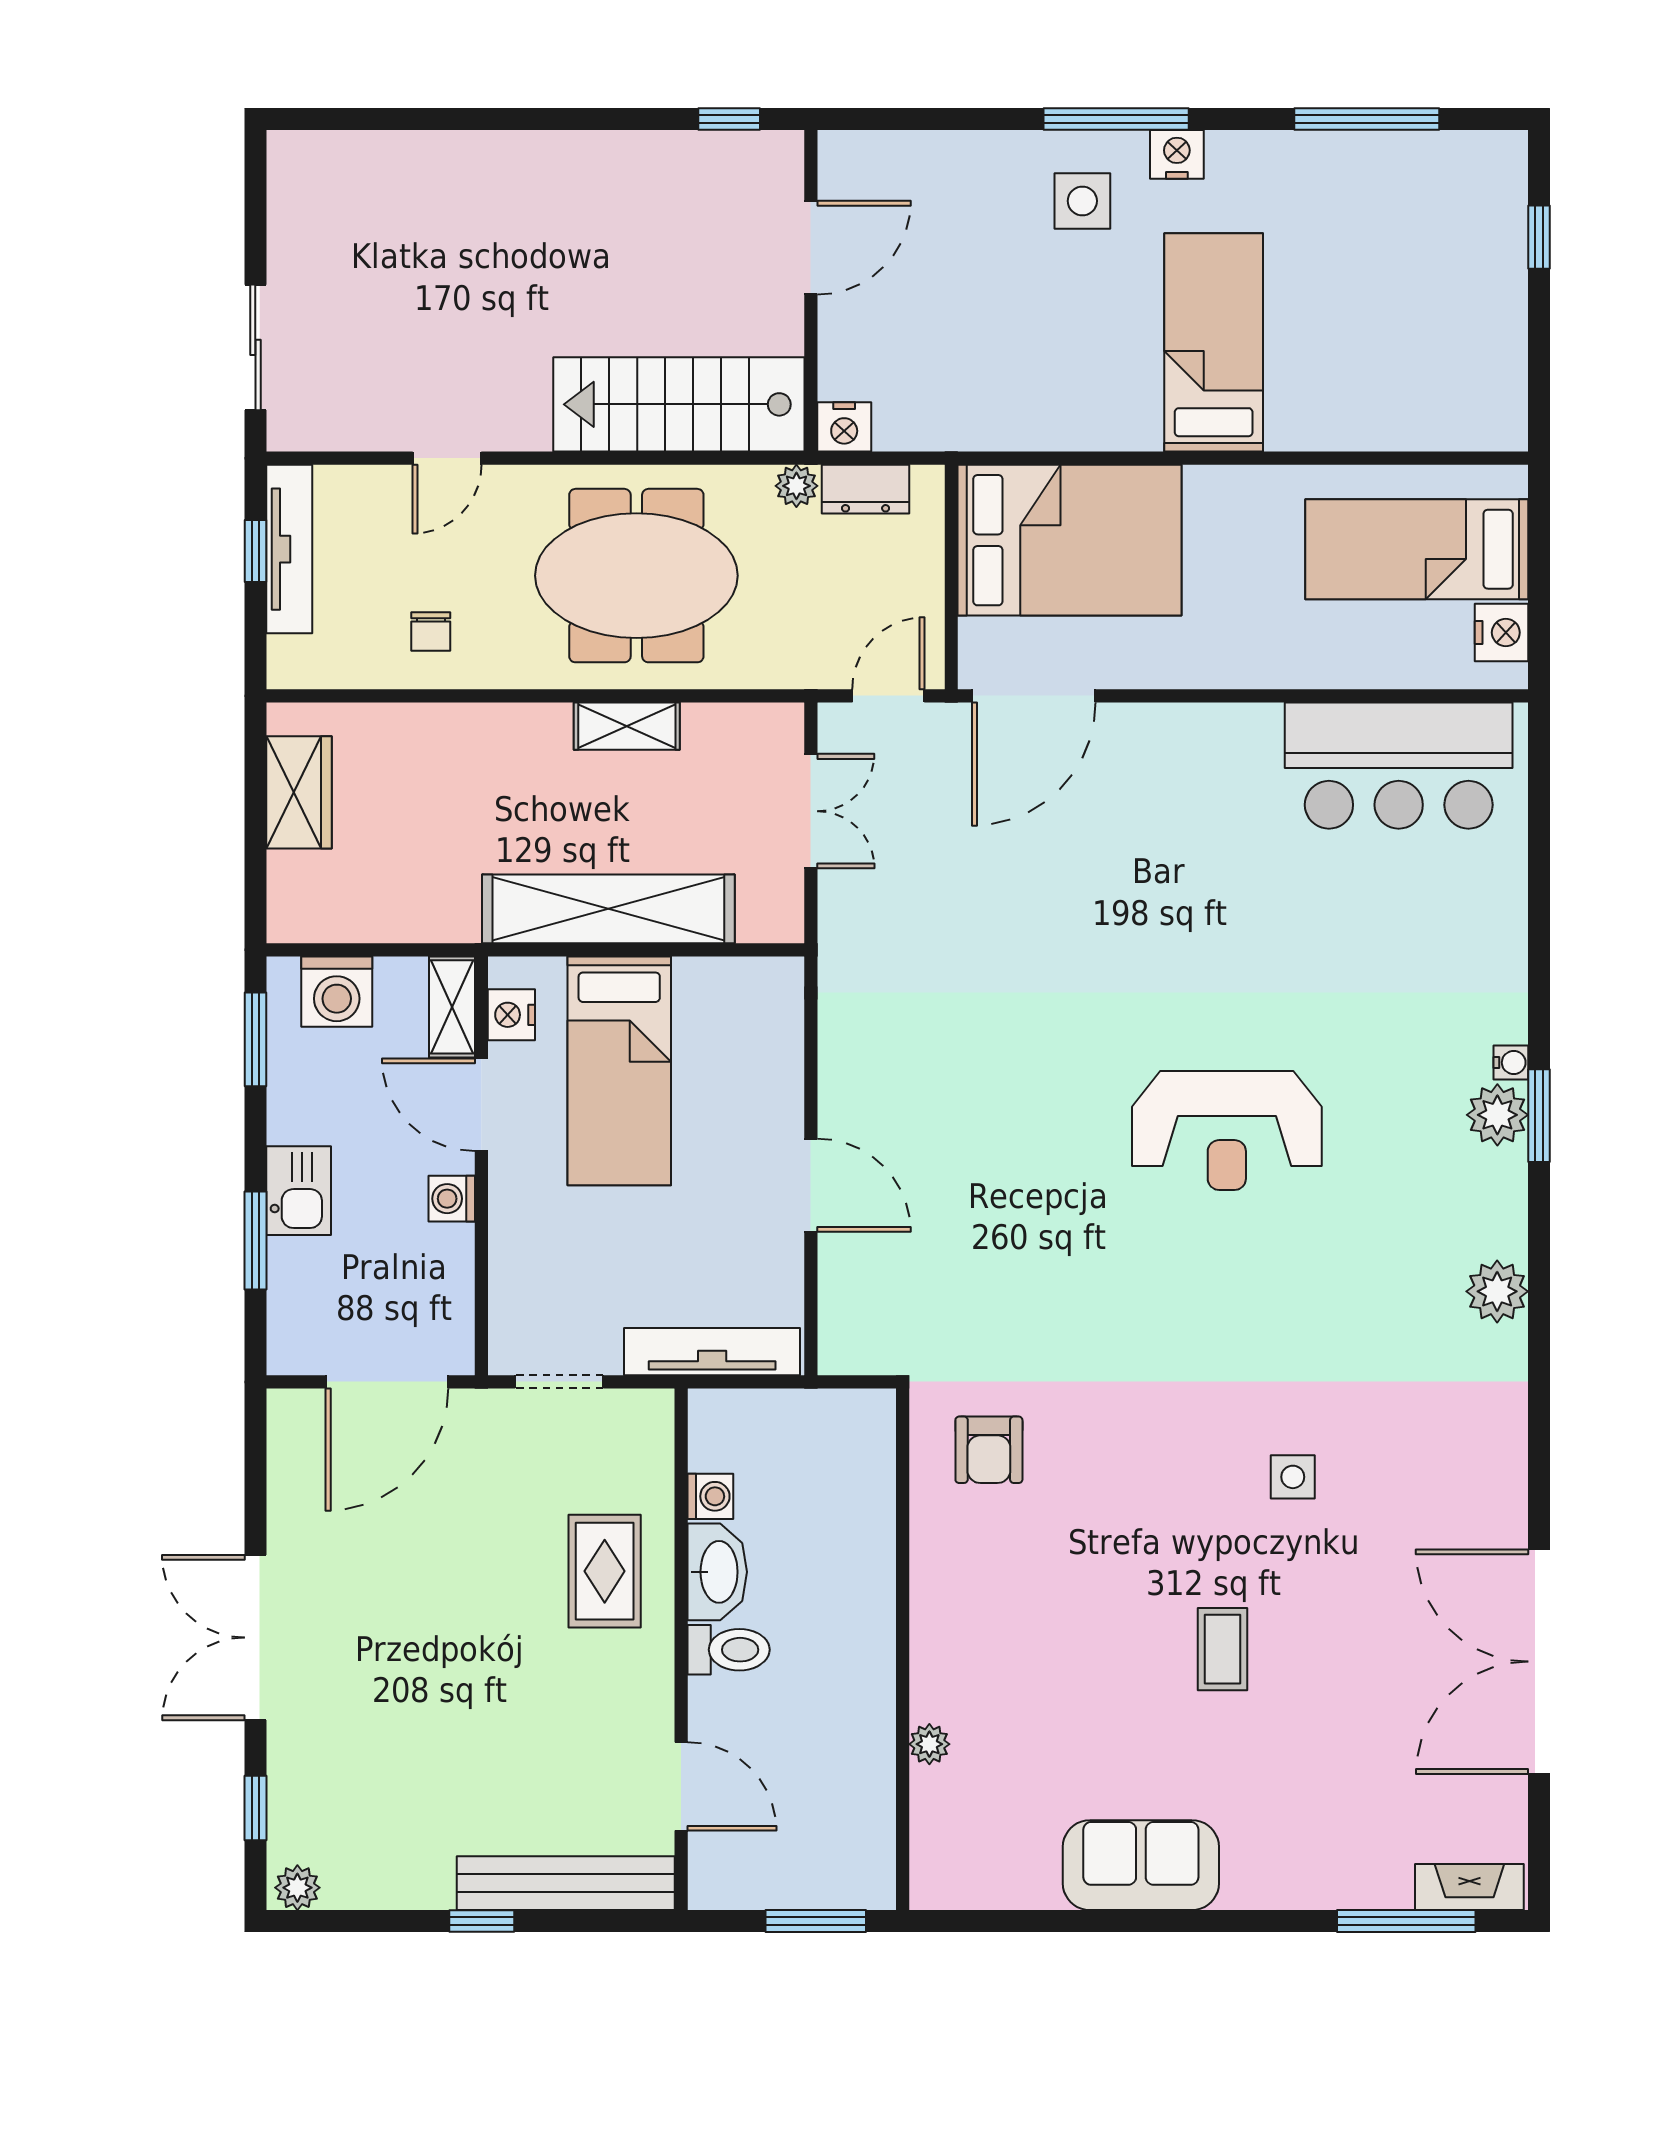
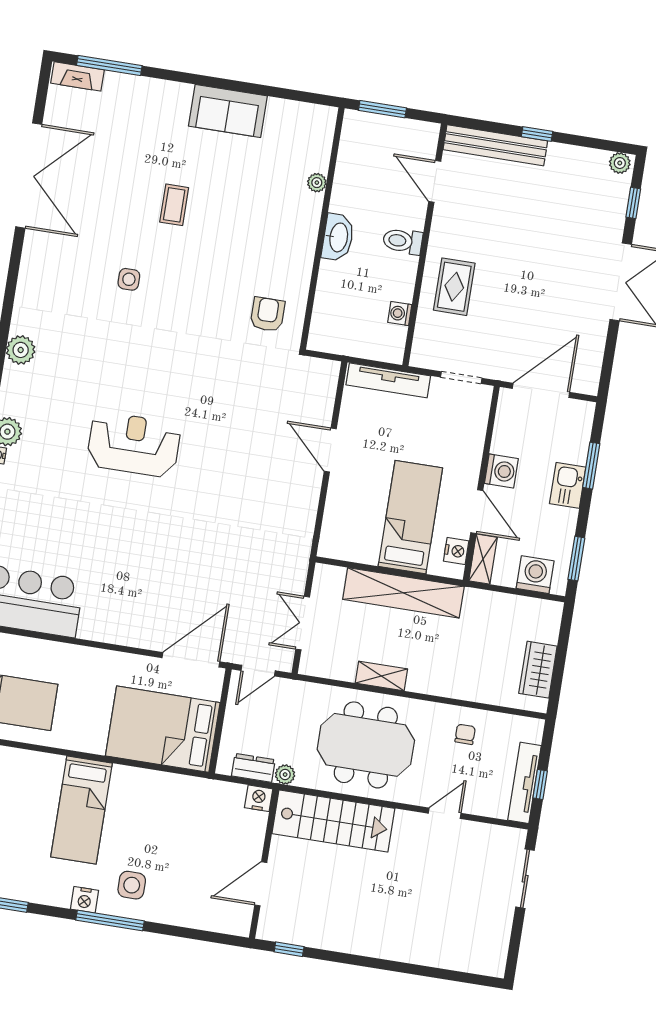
washing machine: (452, 1199) -> (501, 471), width x1.38, depth x1.38
washbasin: (717, 1572) -> (338, 237), moved, turned 180

